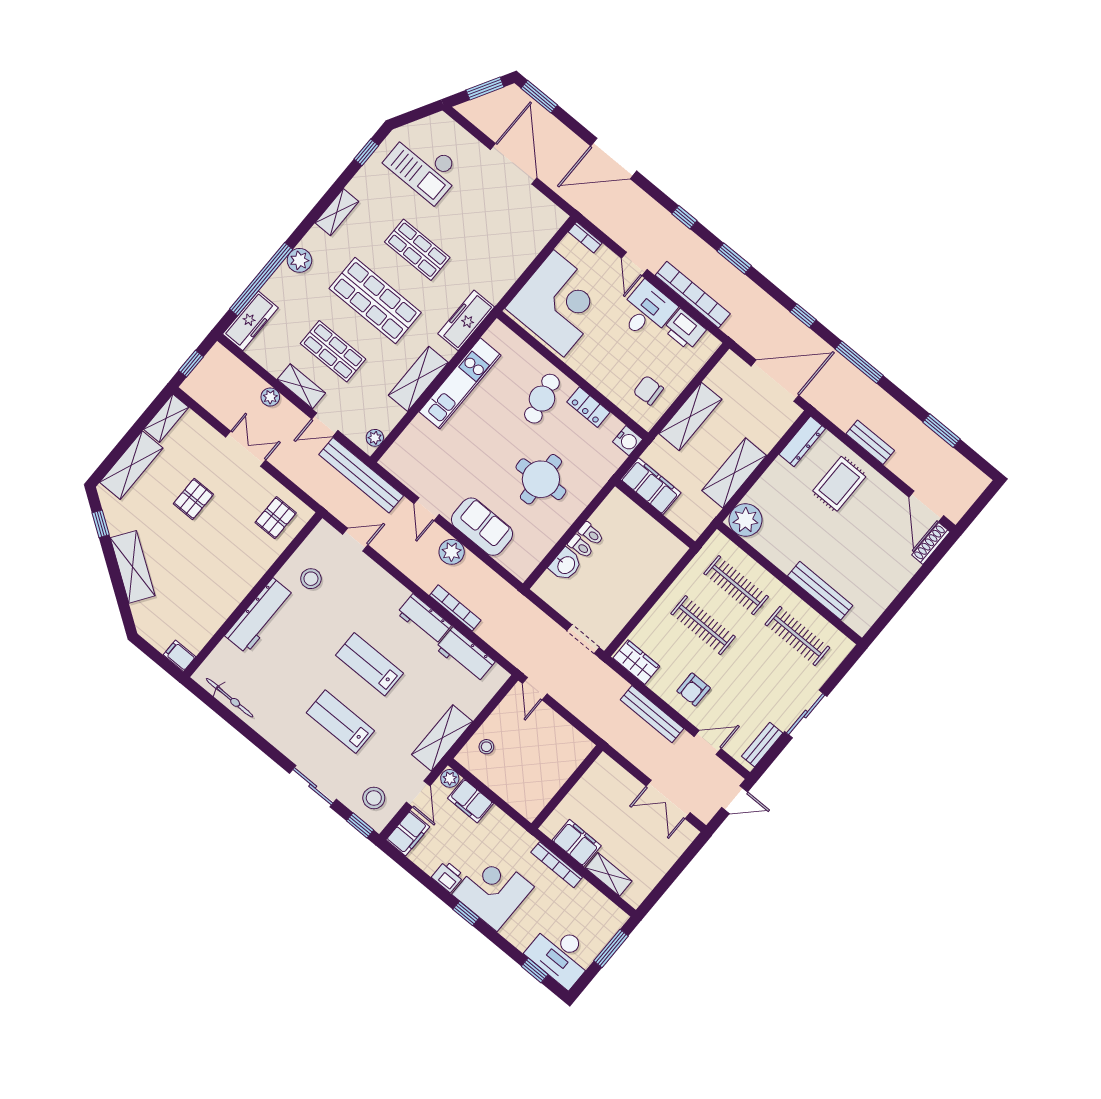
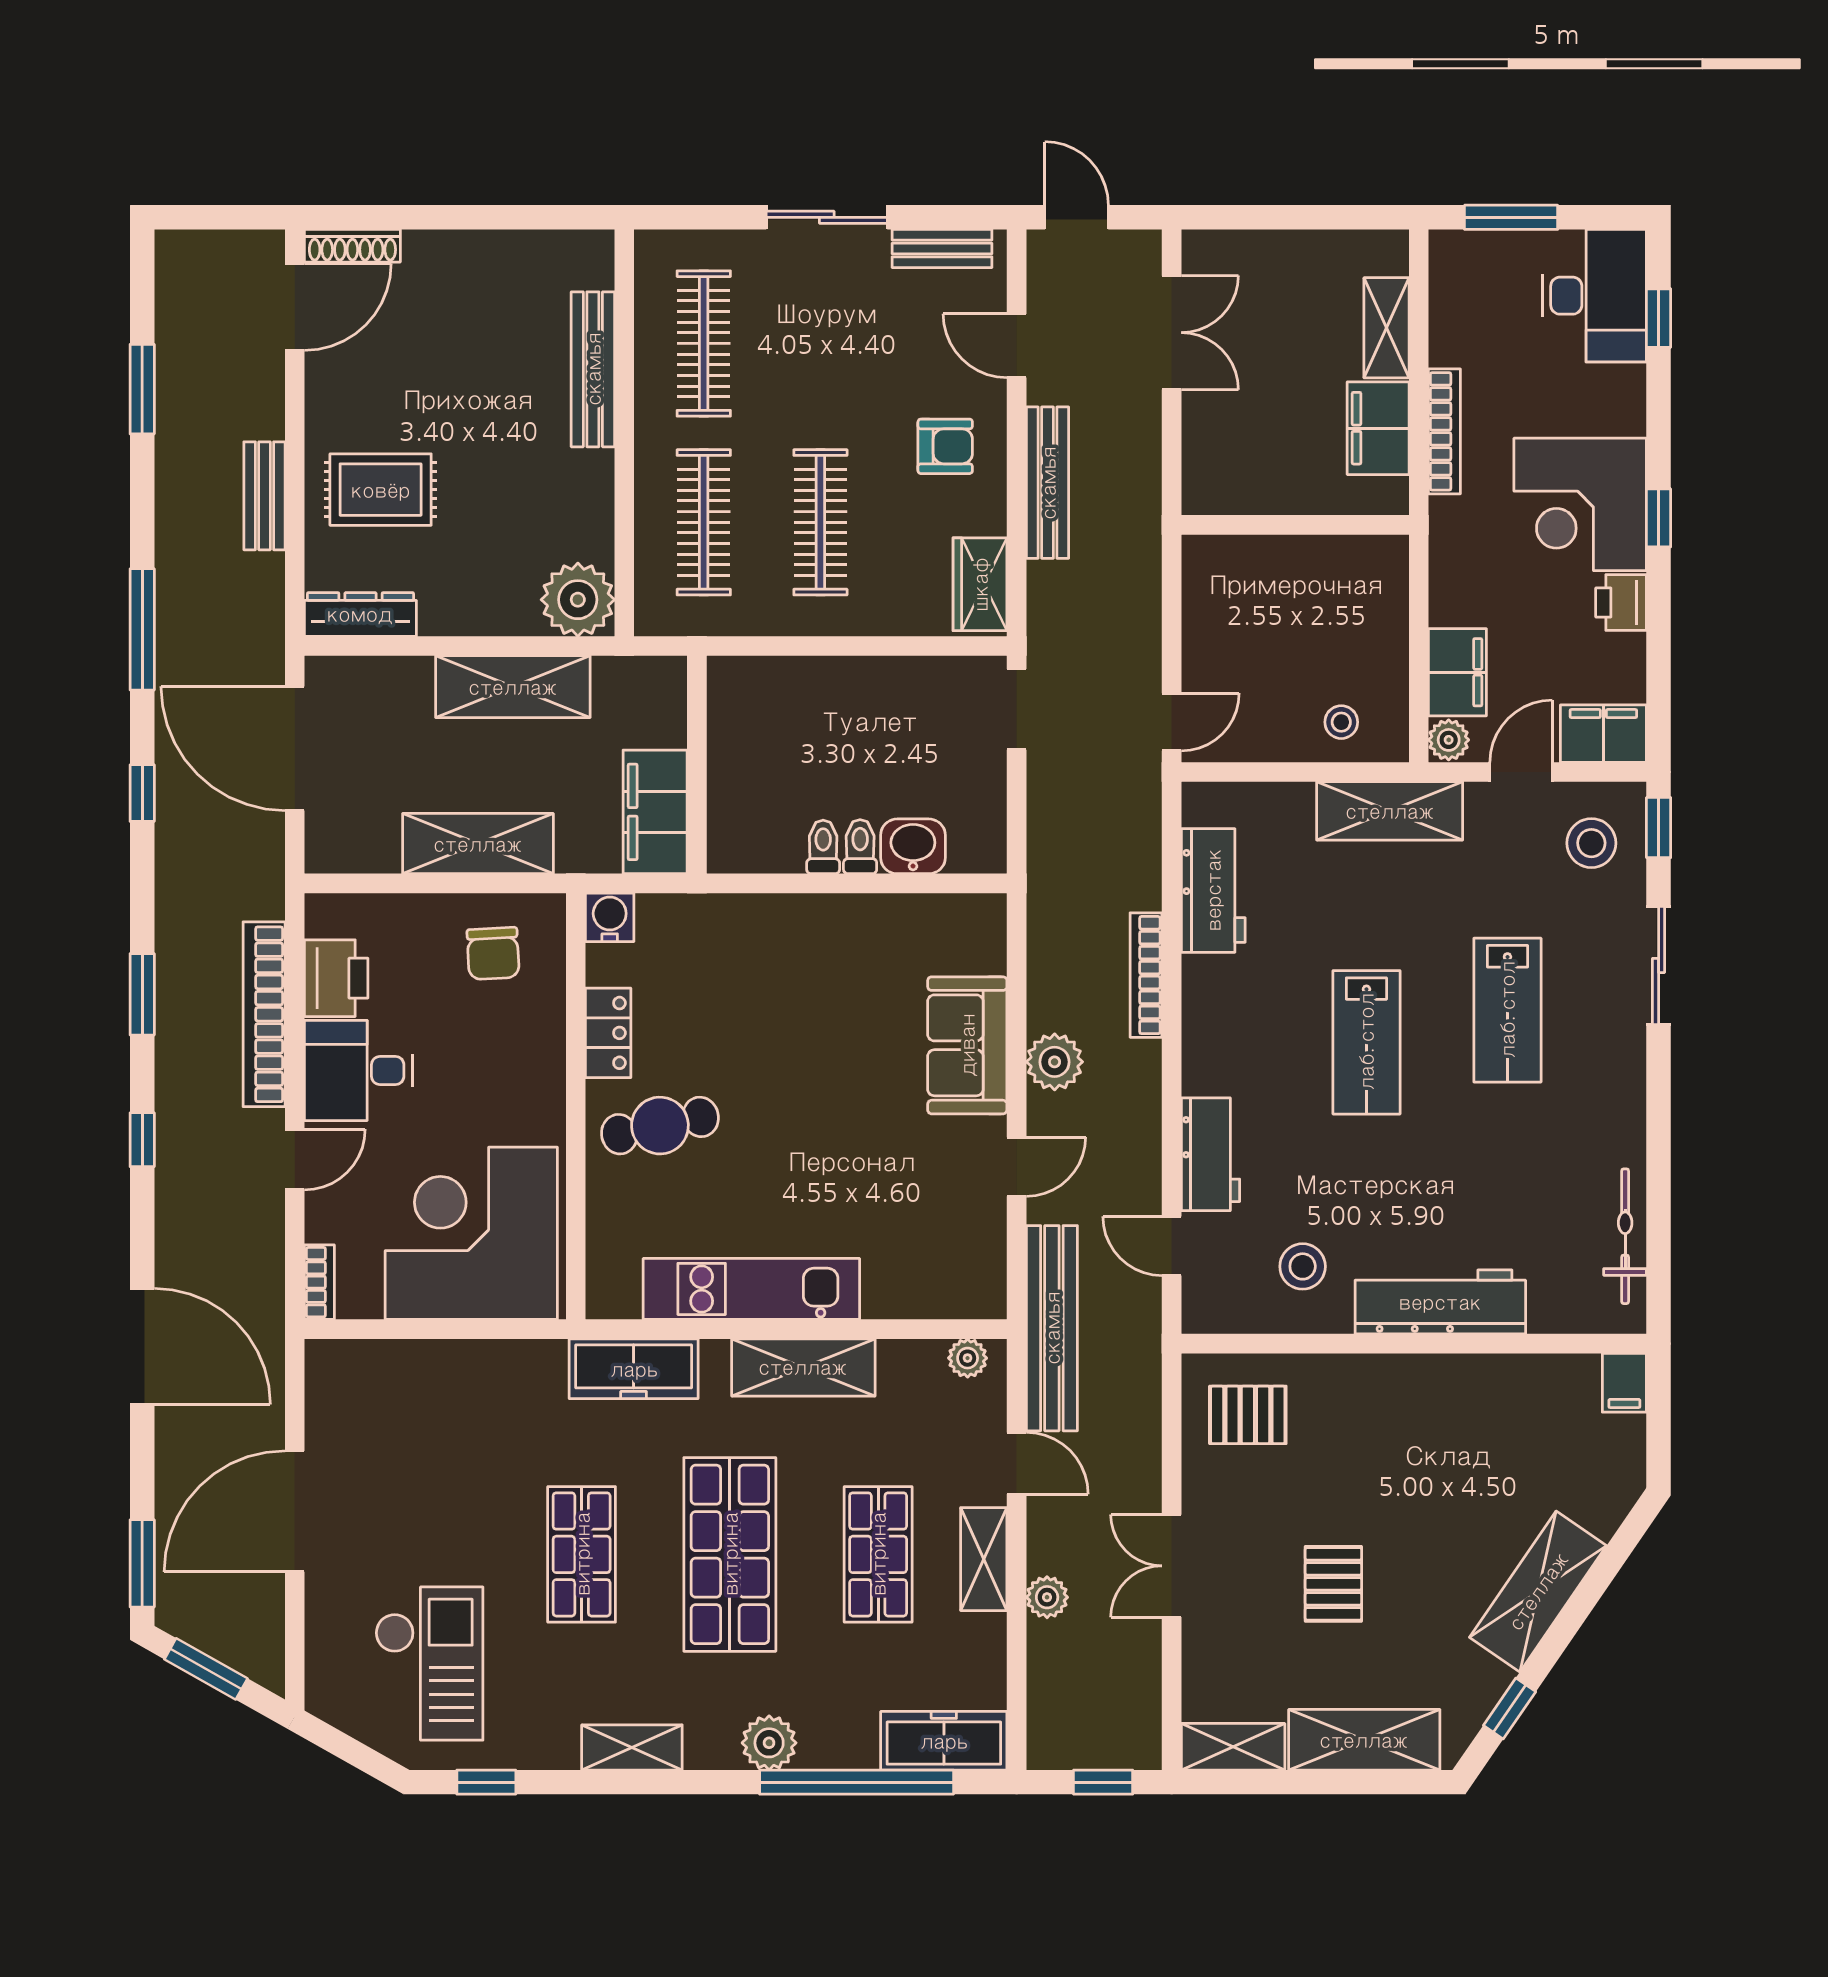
round table: (541, 479) -> (801, 1012), removed
pallet: (193, 499) -> (1333, 1584), turned 90
workbench: (424, 619) -> (1211, 1154), moved

